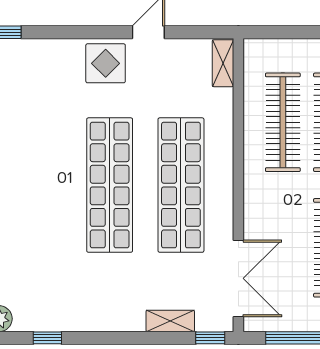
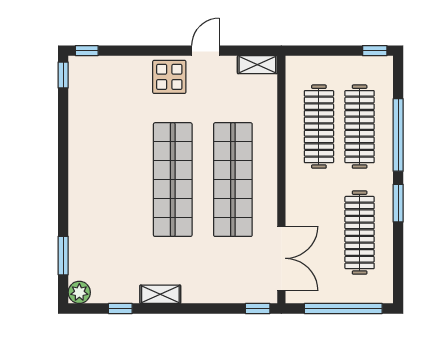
shelving: (223, 63) -> (257, 65), moved, turned 90
shelving: (170, 321) -> (160, 294), moved

